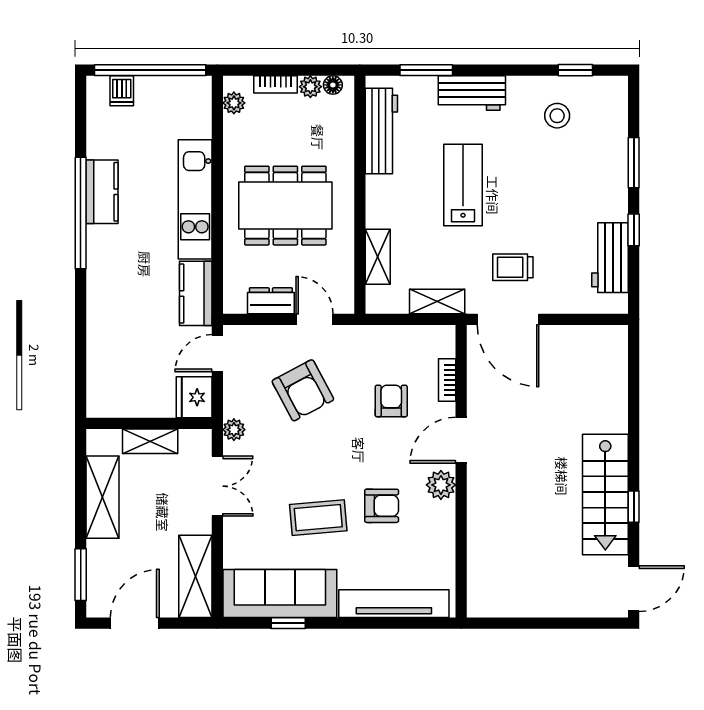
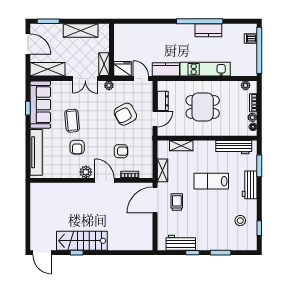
lab bench: (463, 185) -> (211, 181), turned 180
dining table: (285, 206) -> (203, 107), width x0.73
shelving: (150, 441) -> (104, 64), moved

